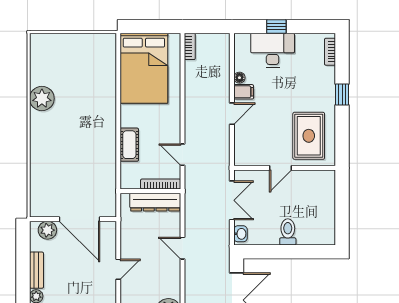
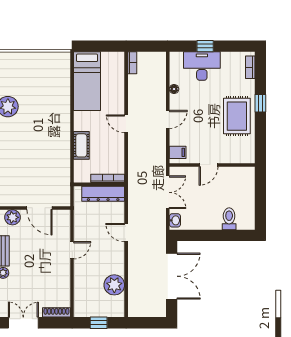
bed: (144, 68) -> (87, 81), width x0.67
filing cabinet: (244, 92) -> (178, 152), moved
rug: (309, 136) -> (237, 116), moved
door: (183, 155) -> (126, 124), moved
door: (80, 219) -> (39, 208), width x0.73
toilet: (288, 232) -> (229, 219), moved

